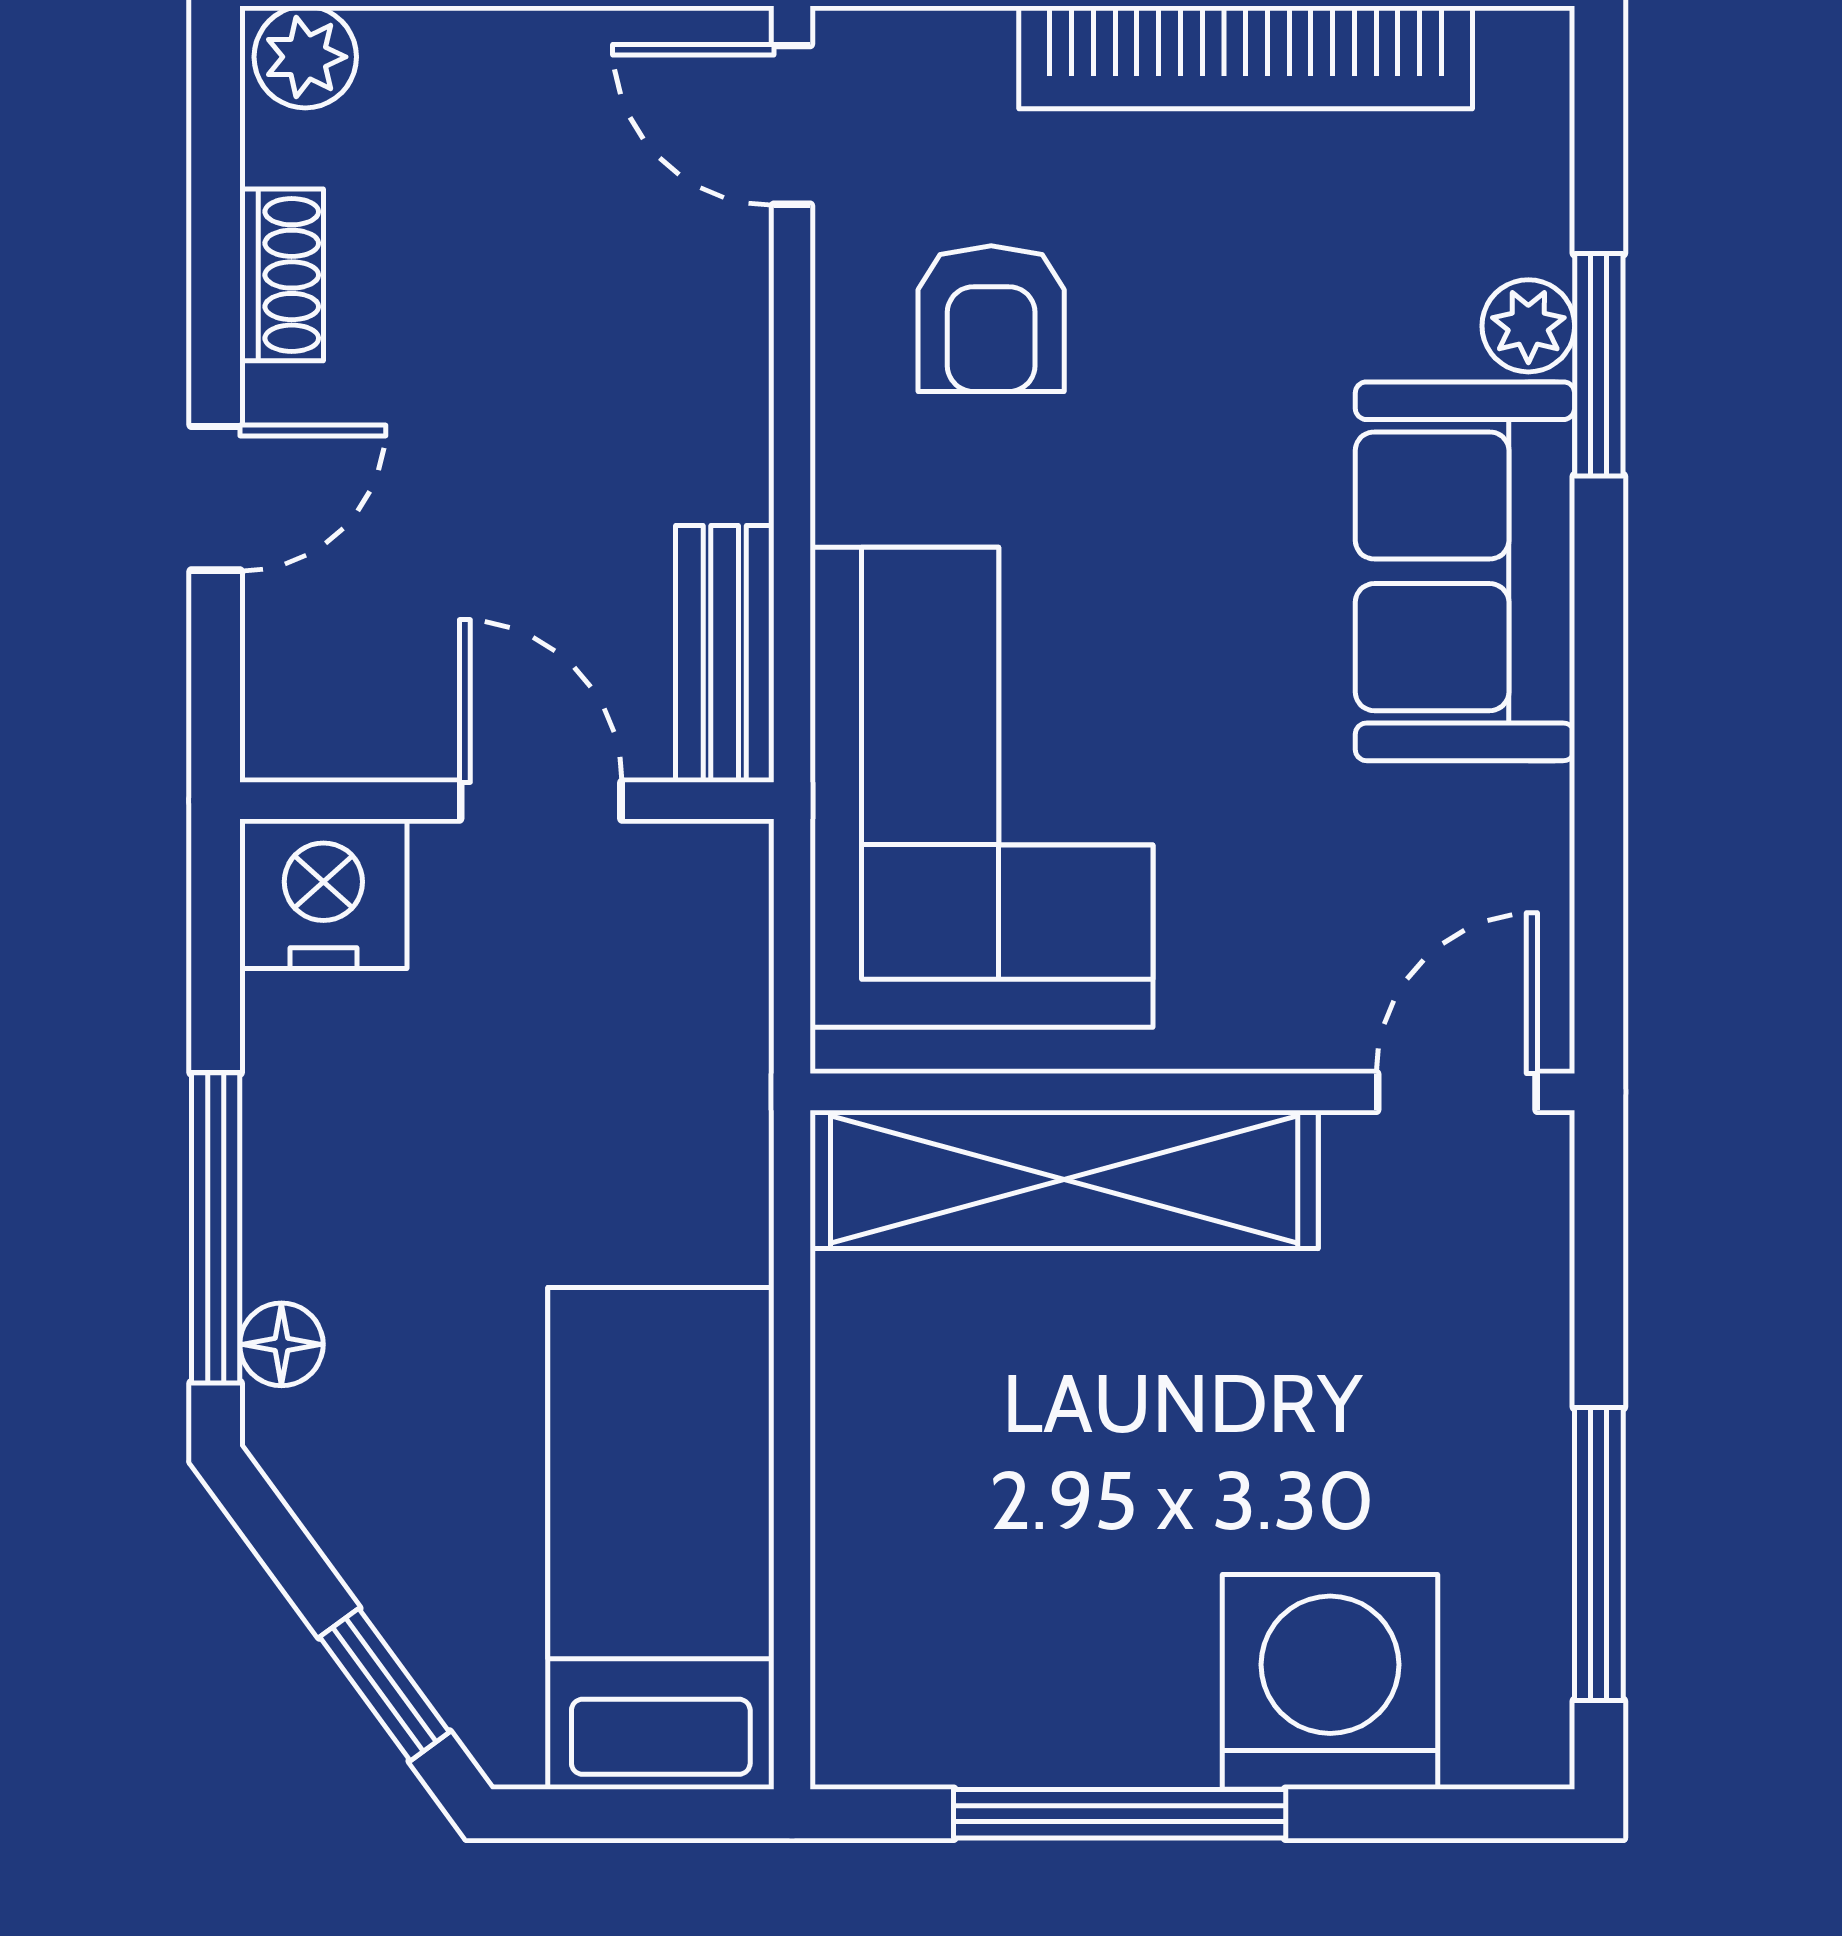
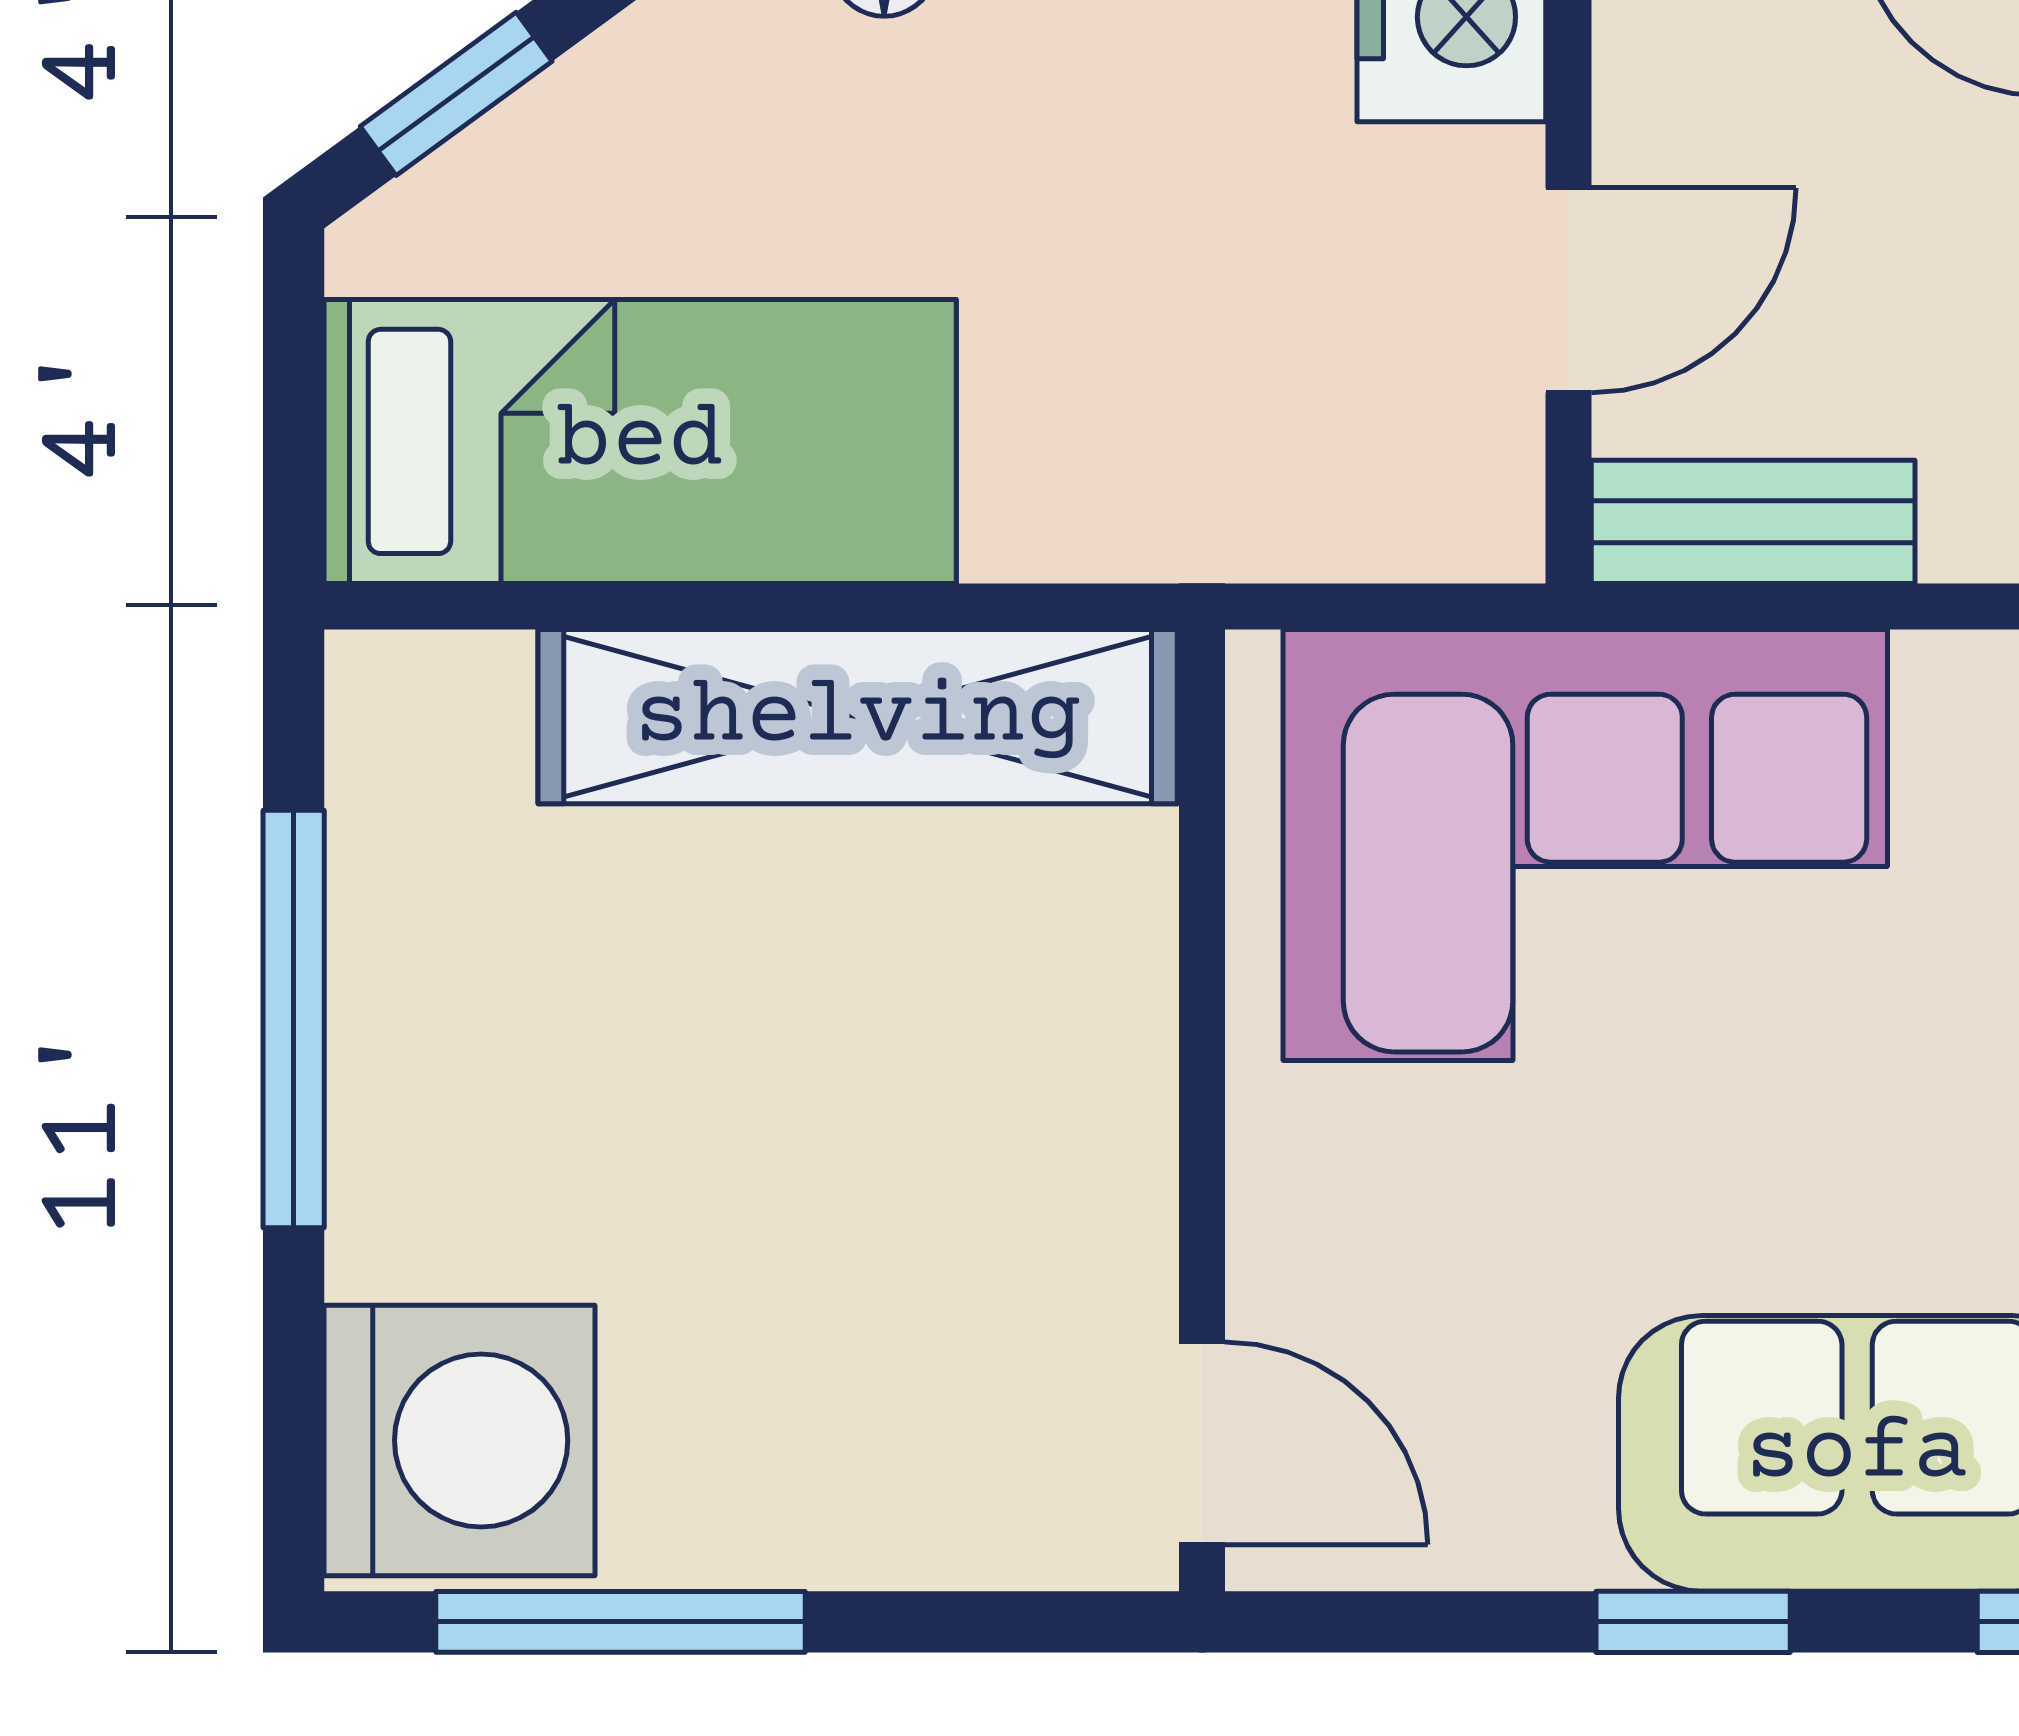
window: (1599, 702) -> (1693, 1622), added
shelving: (1064, 1179) -> (858, 717), moved, turned 90
washing machine: (1330, 1682) -> (459, 1440), moved

